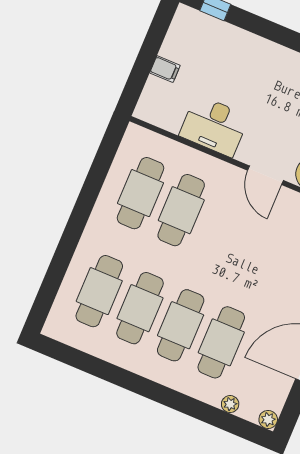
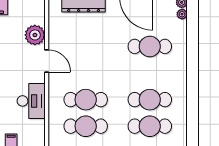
door: (265, 175) -> (47, 61), hinge flipped
cafe table: (181, 325) -> (150, 73), removed
plant: (230, 404) -> (182, 14), moved

